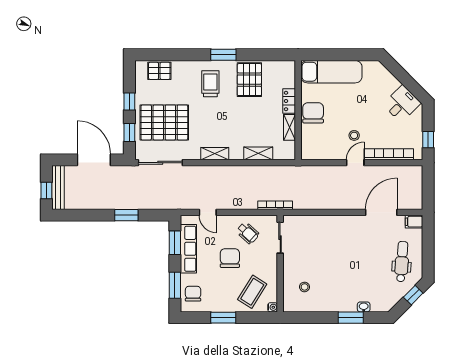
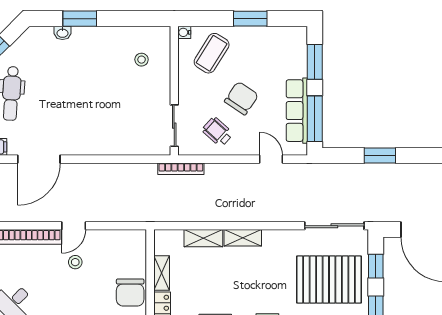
shelving: (215, 154) -> (243, 238), moved
window: (175, 243) -> (315, 119), width x1.44
chair: (230, 258) -> (241, 98), turned -146
chair: (193, 294) -> (291, 51), removed

